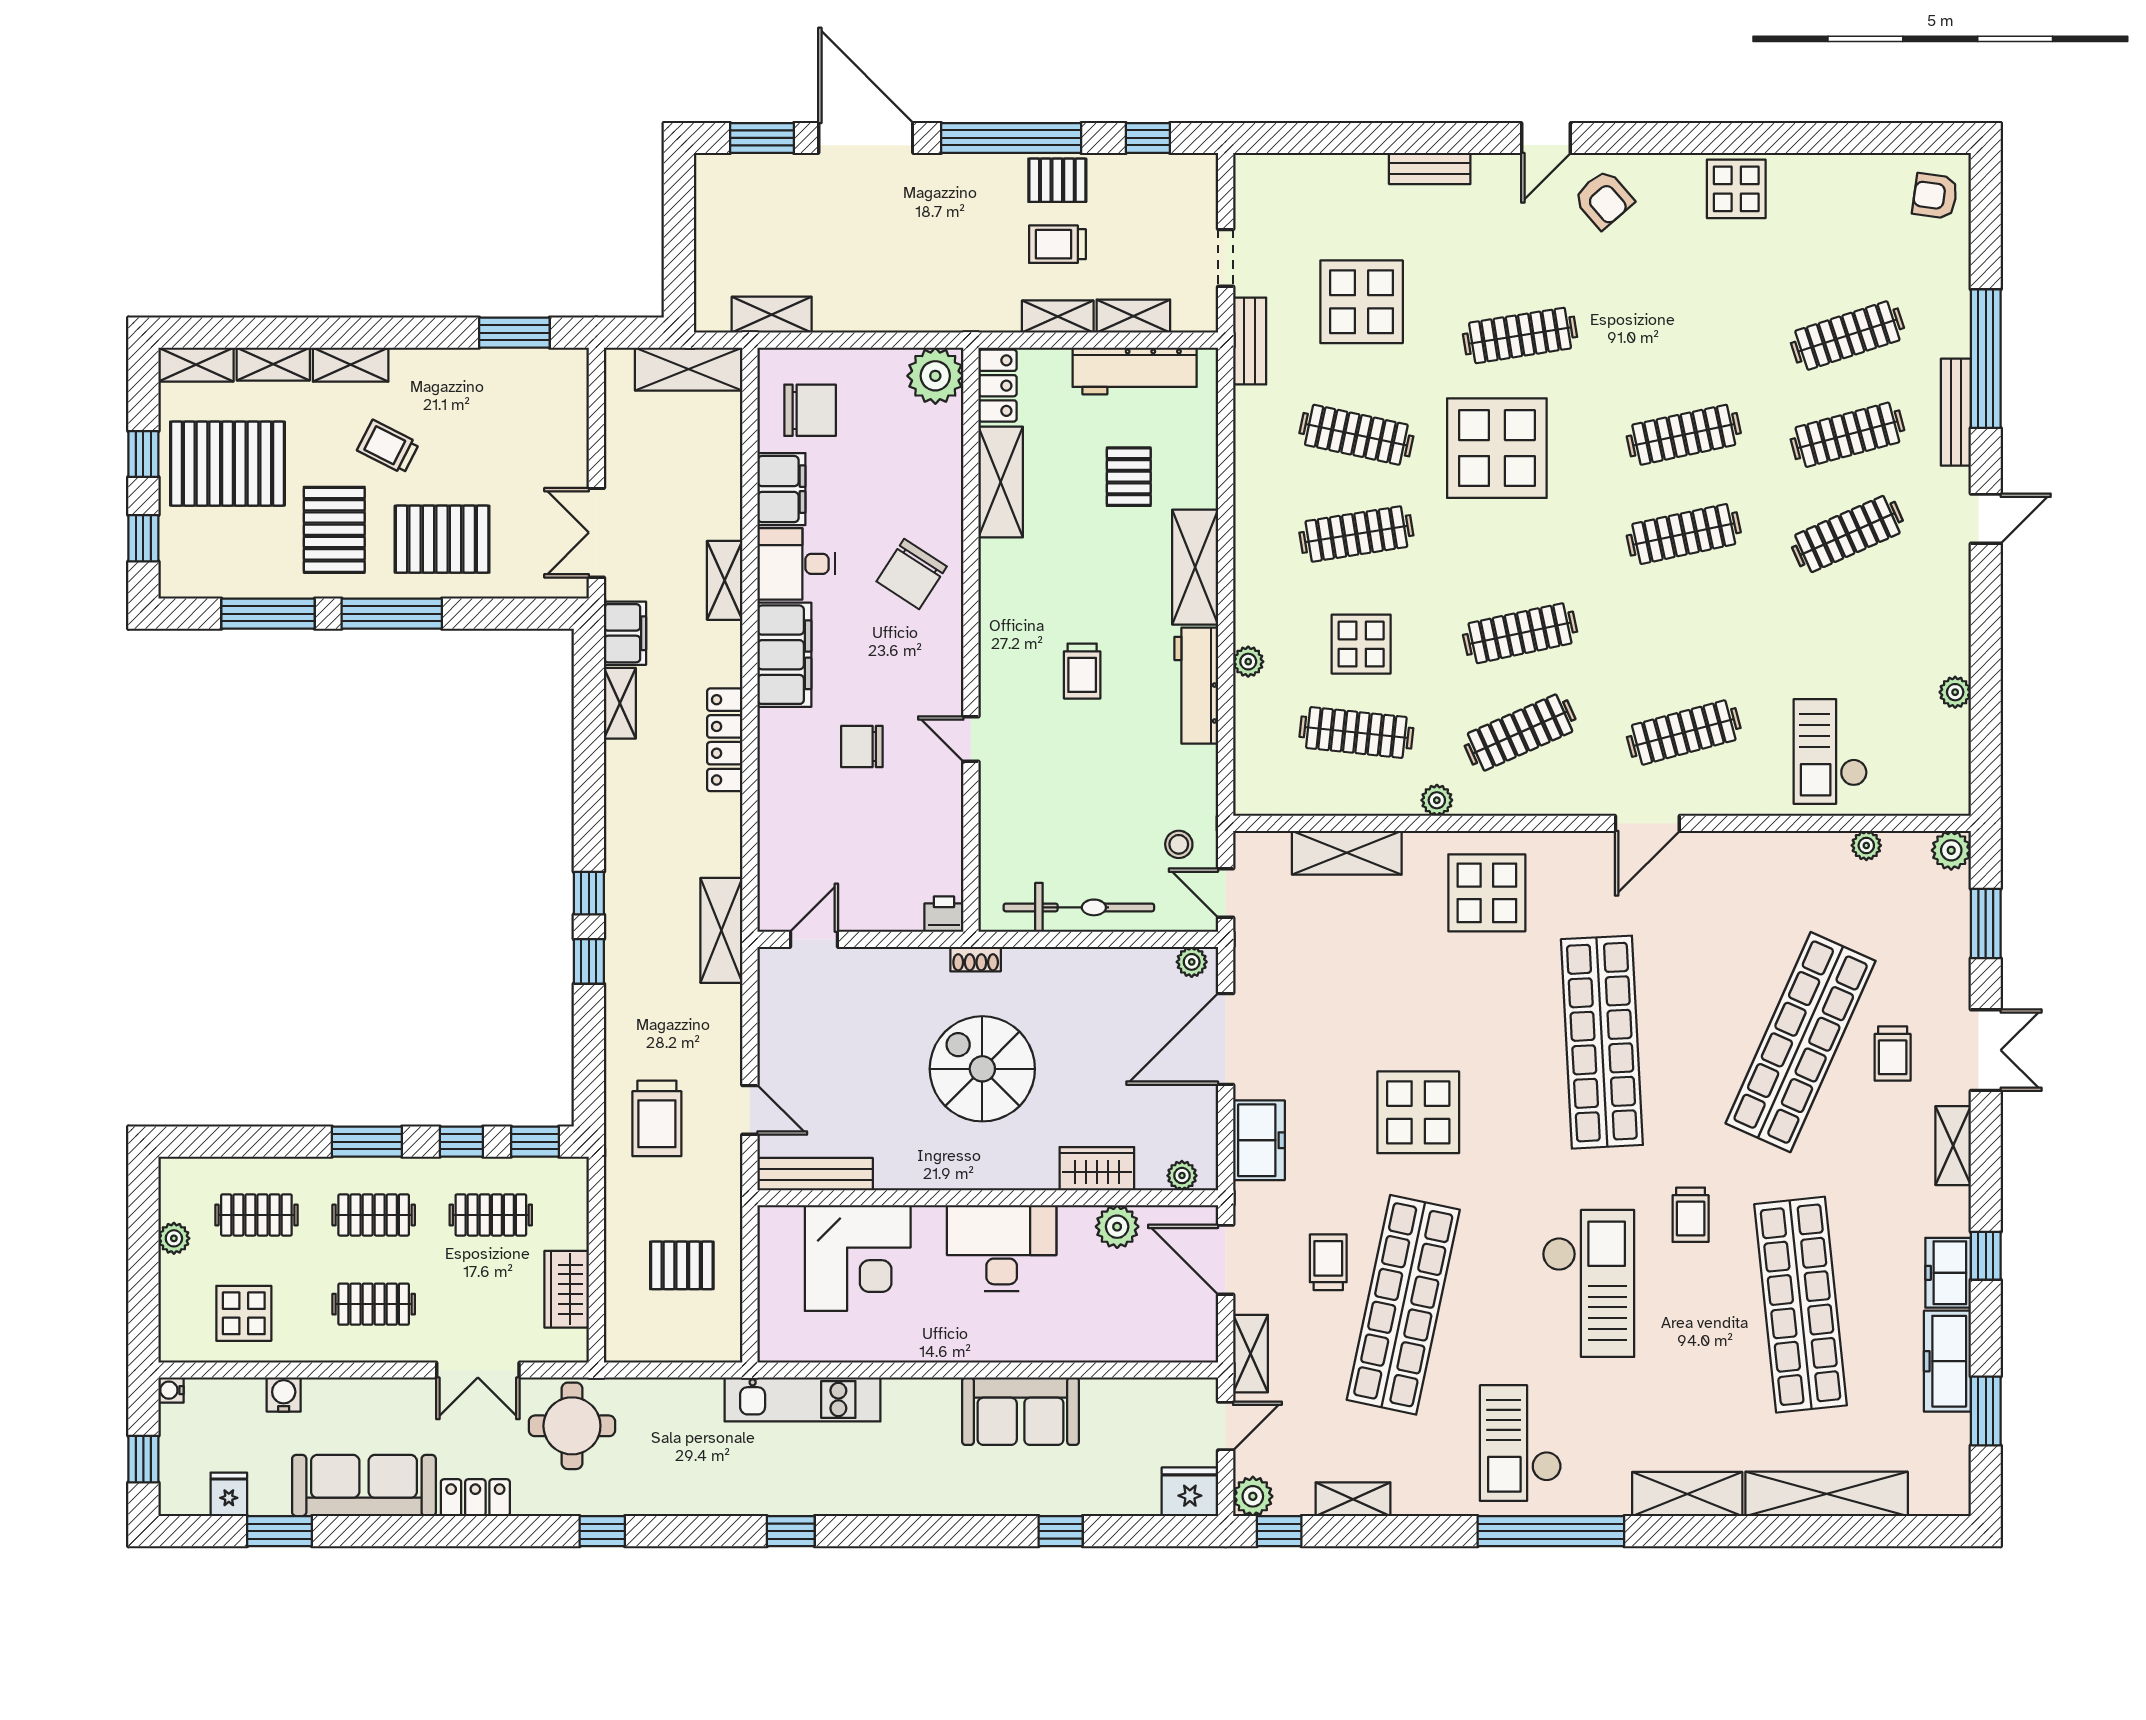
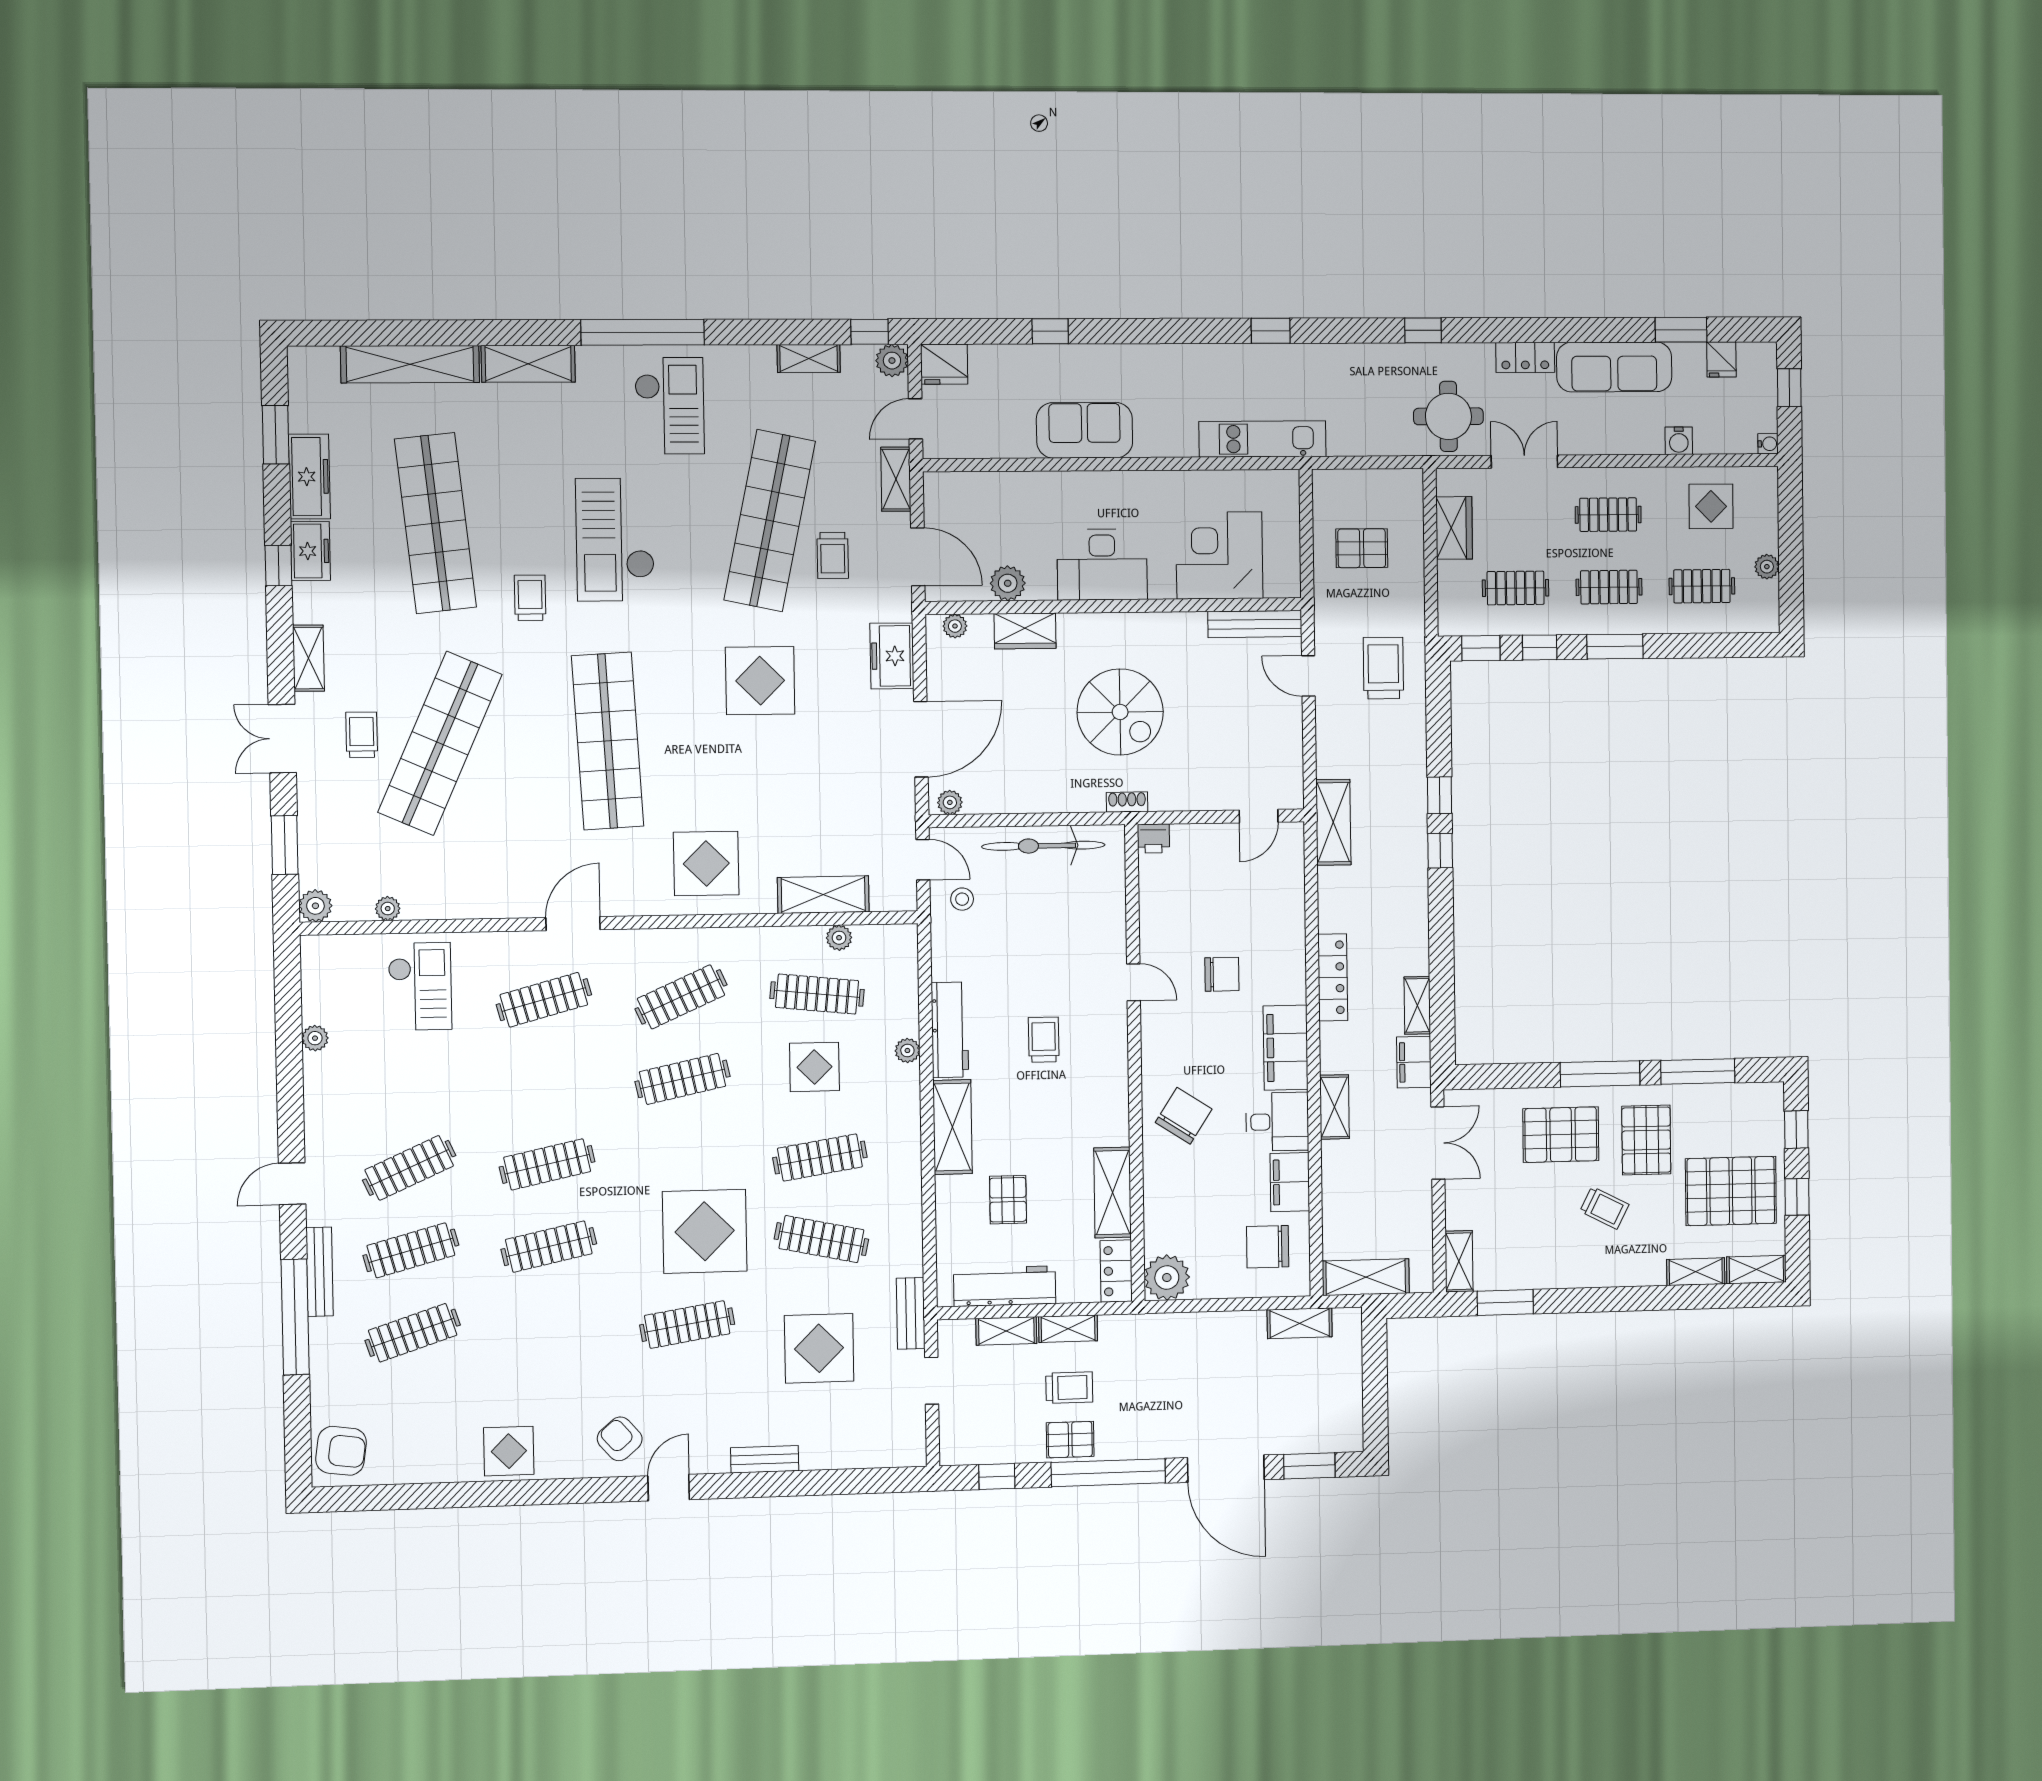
armchair: (1935, 196) -> (341, 1451), width x1.38, depth x1.38
shelving: (351, 365) -> (1459, 1261), moved, turned 90
plant: (1437, 800) -> (839, 938), moved

